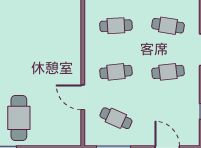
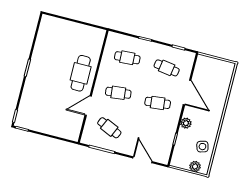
door: (83, 97) -> (88, 106), hinge flipped
cafe table: (19, 118) -> (81, 73), moved

